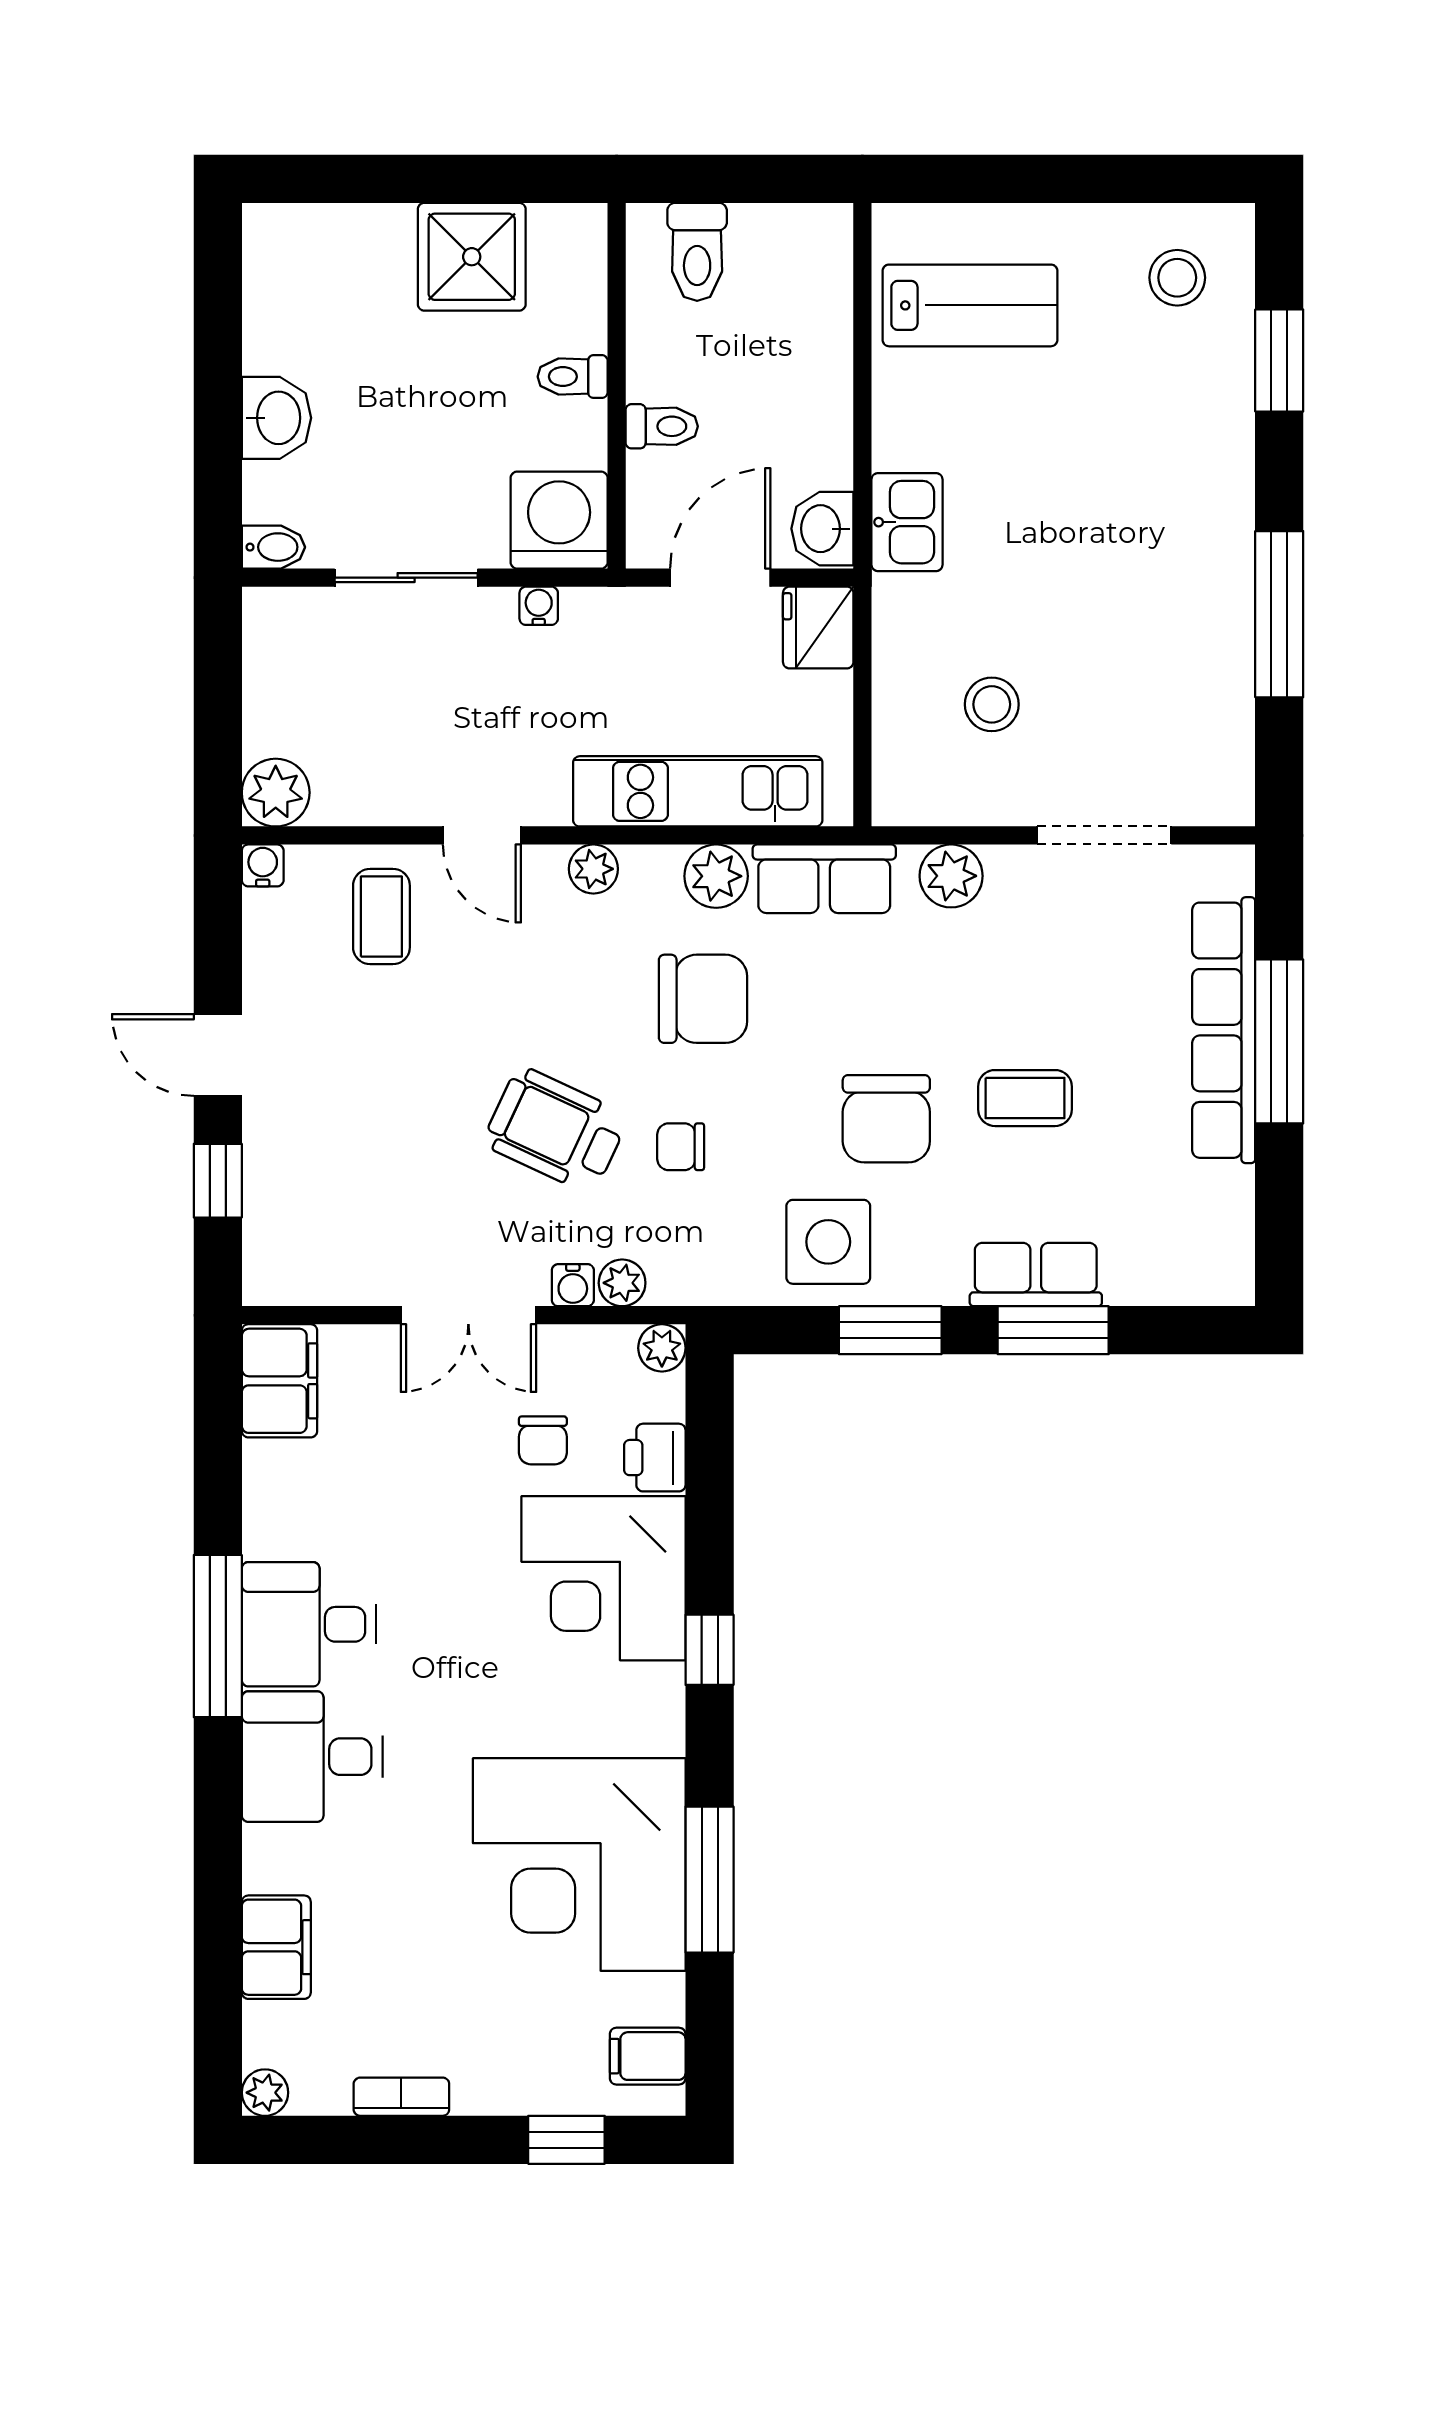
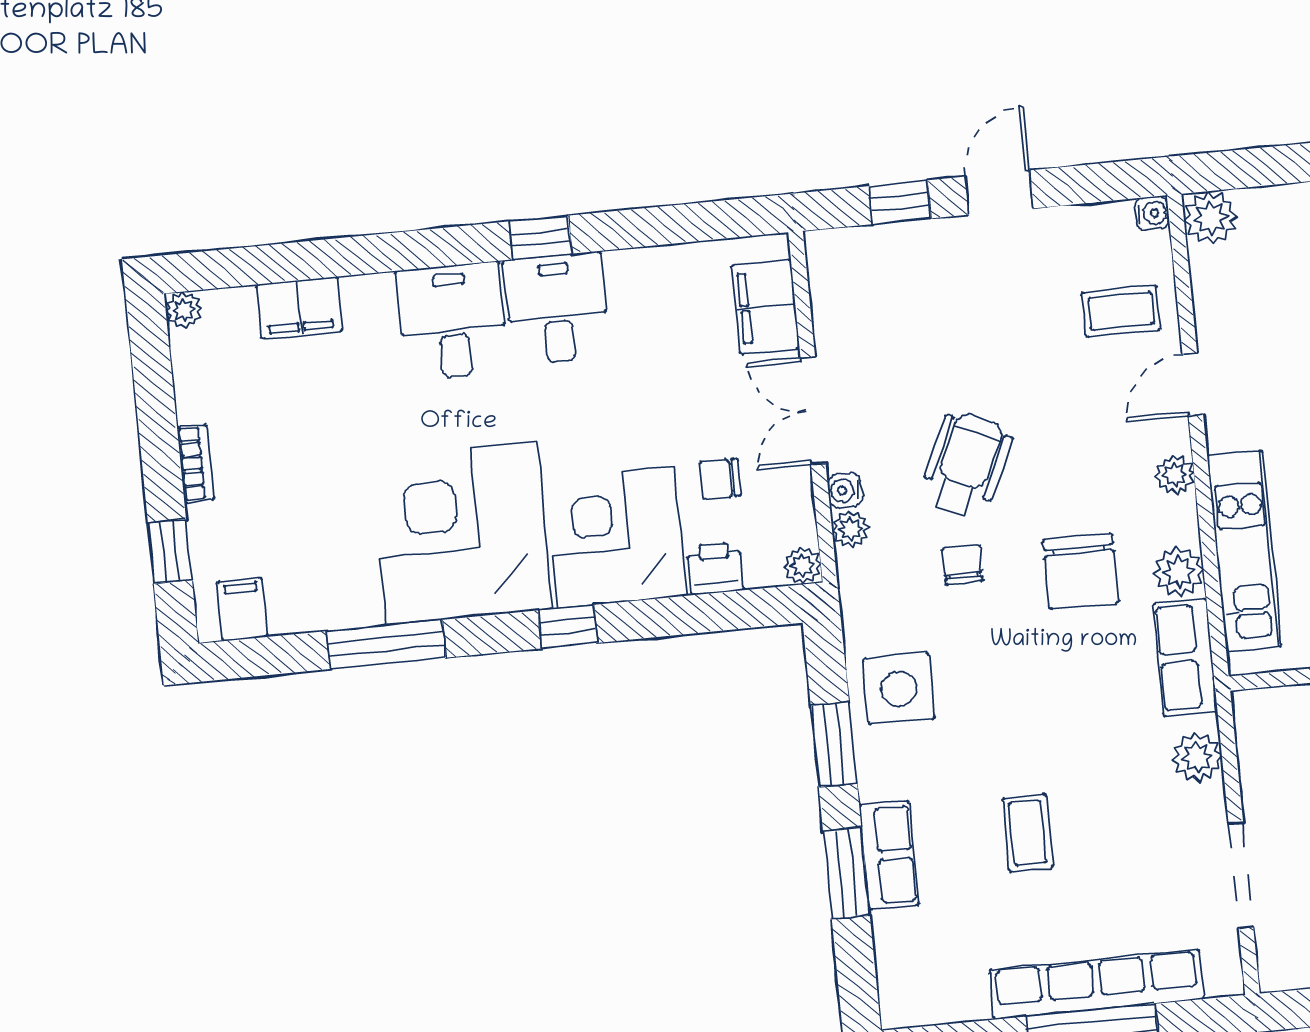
chair: (886, 1119) -> (1000, 725), removed
filing cabinet: (280, 1381) -> (766, 307), moved, turned 90
window: (218, 1636) -> (540, 237), width x0.46
corner desk: (579, 1864) -> (462, 533), moved
bookcase: (401, 2097) -> (196, 464), moved

